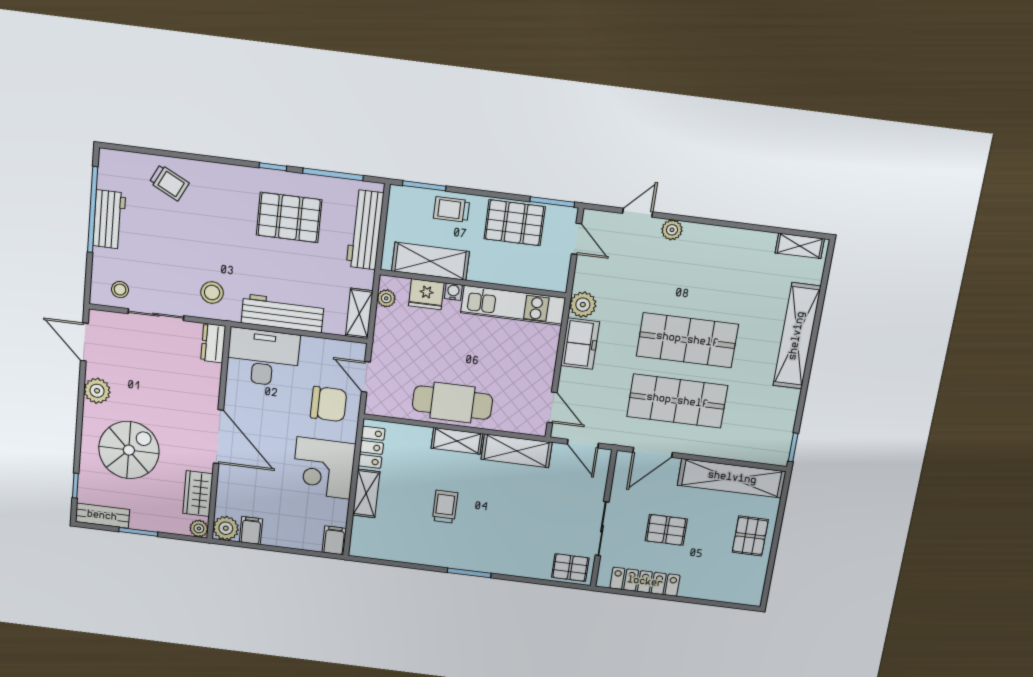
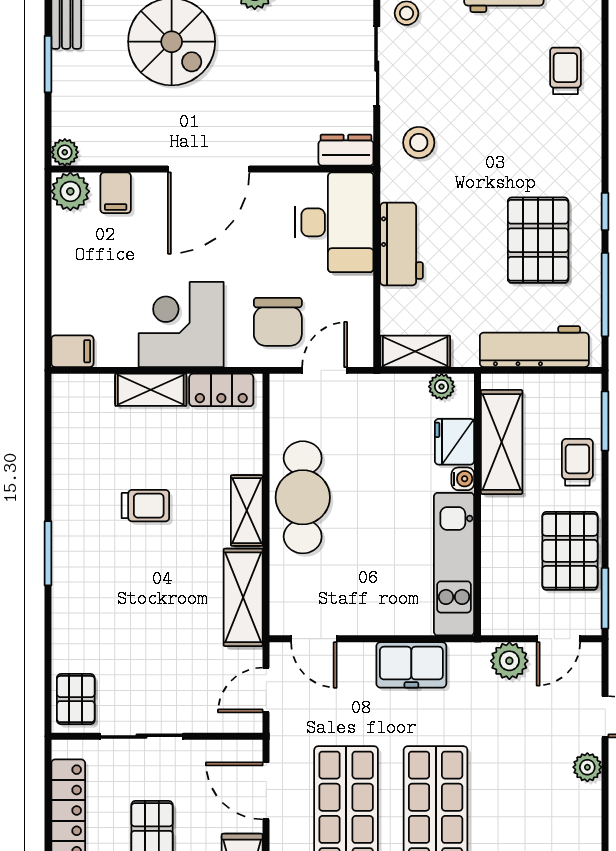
trolley: (169, 183) -> (565, 71), turned 153
plant: (583, 305) -> (509, 661), moved
workbench: (283, 313) -> (402, 244), width x0.73
door: (552, 407) -> (314, 639), hinge flipped
wardrobe: (198, 494) -> (118, 146), removed
filing cabinet: (251, 531) -> (116, 193), moved, turned 90

